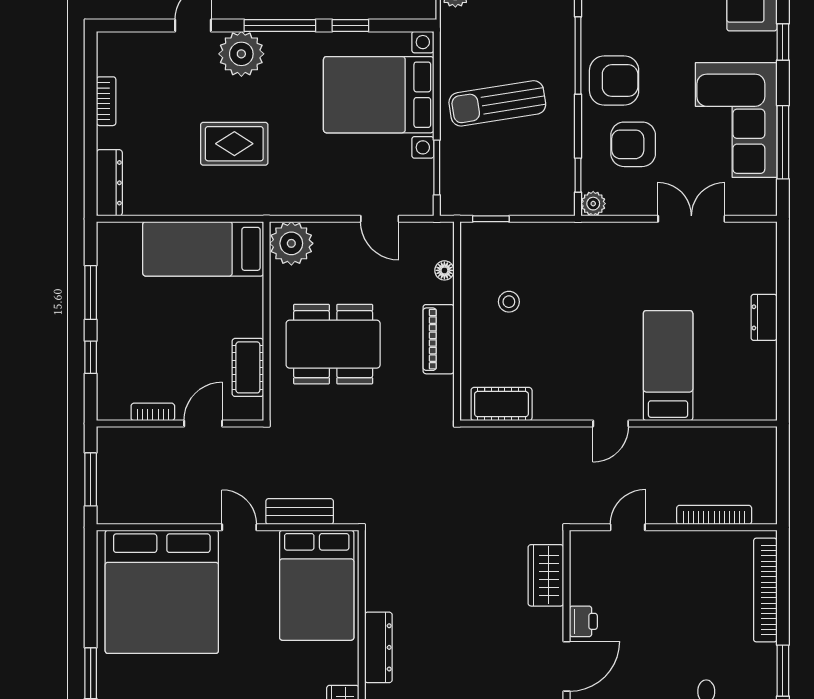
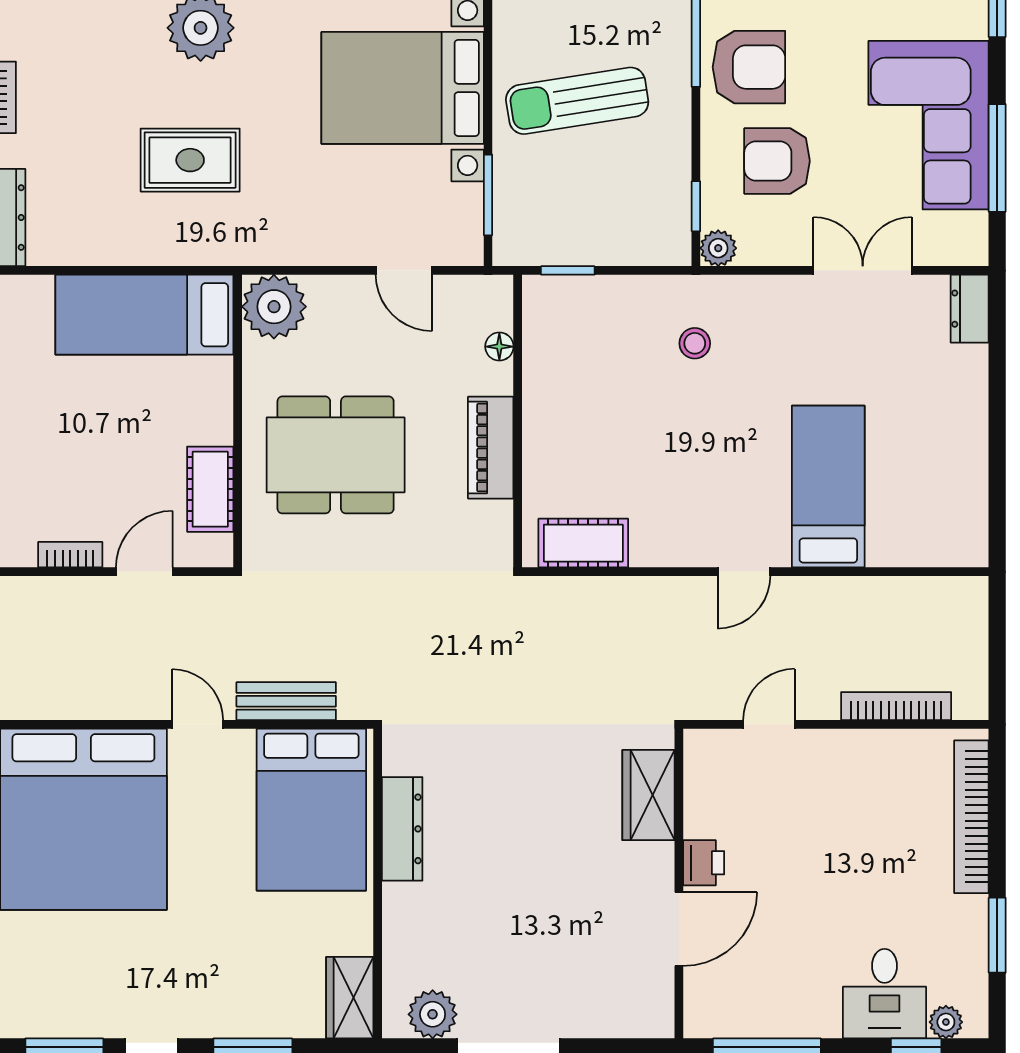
stool: (509, 302) -> (695, 343), moved
dresser: (764, 317) -> (970, 309), moved
dresser: (378, 647) -> (402, 829), moved

